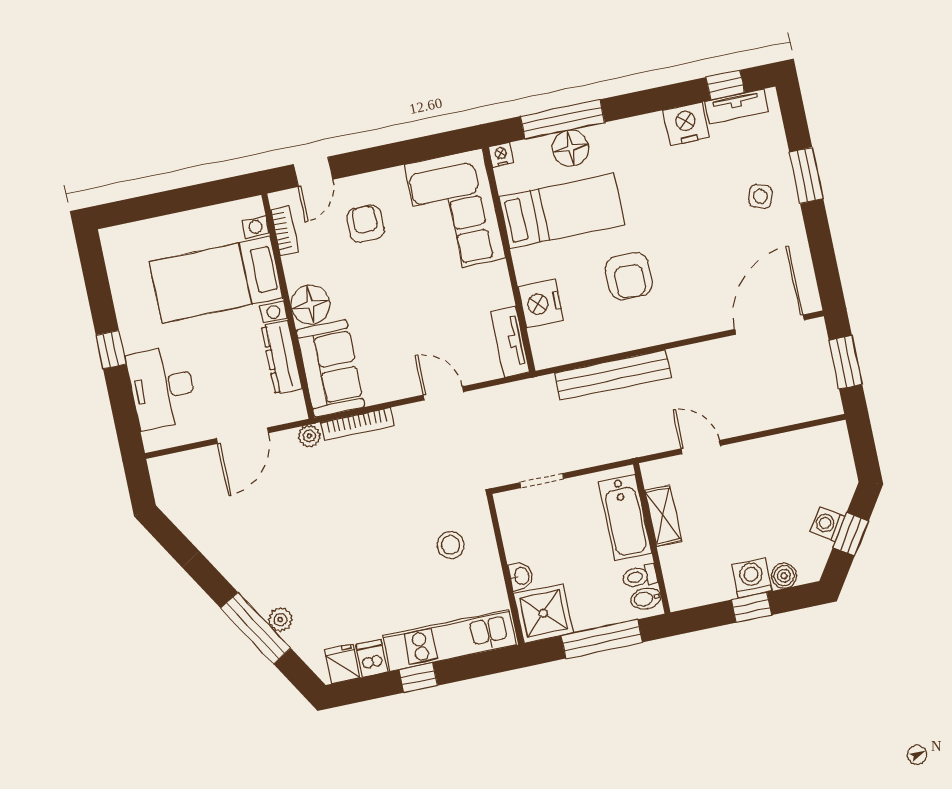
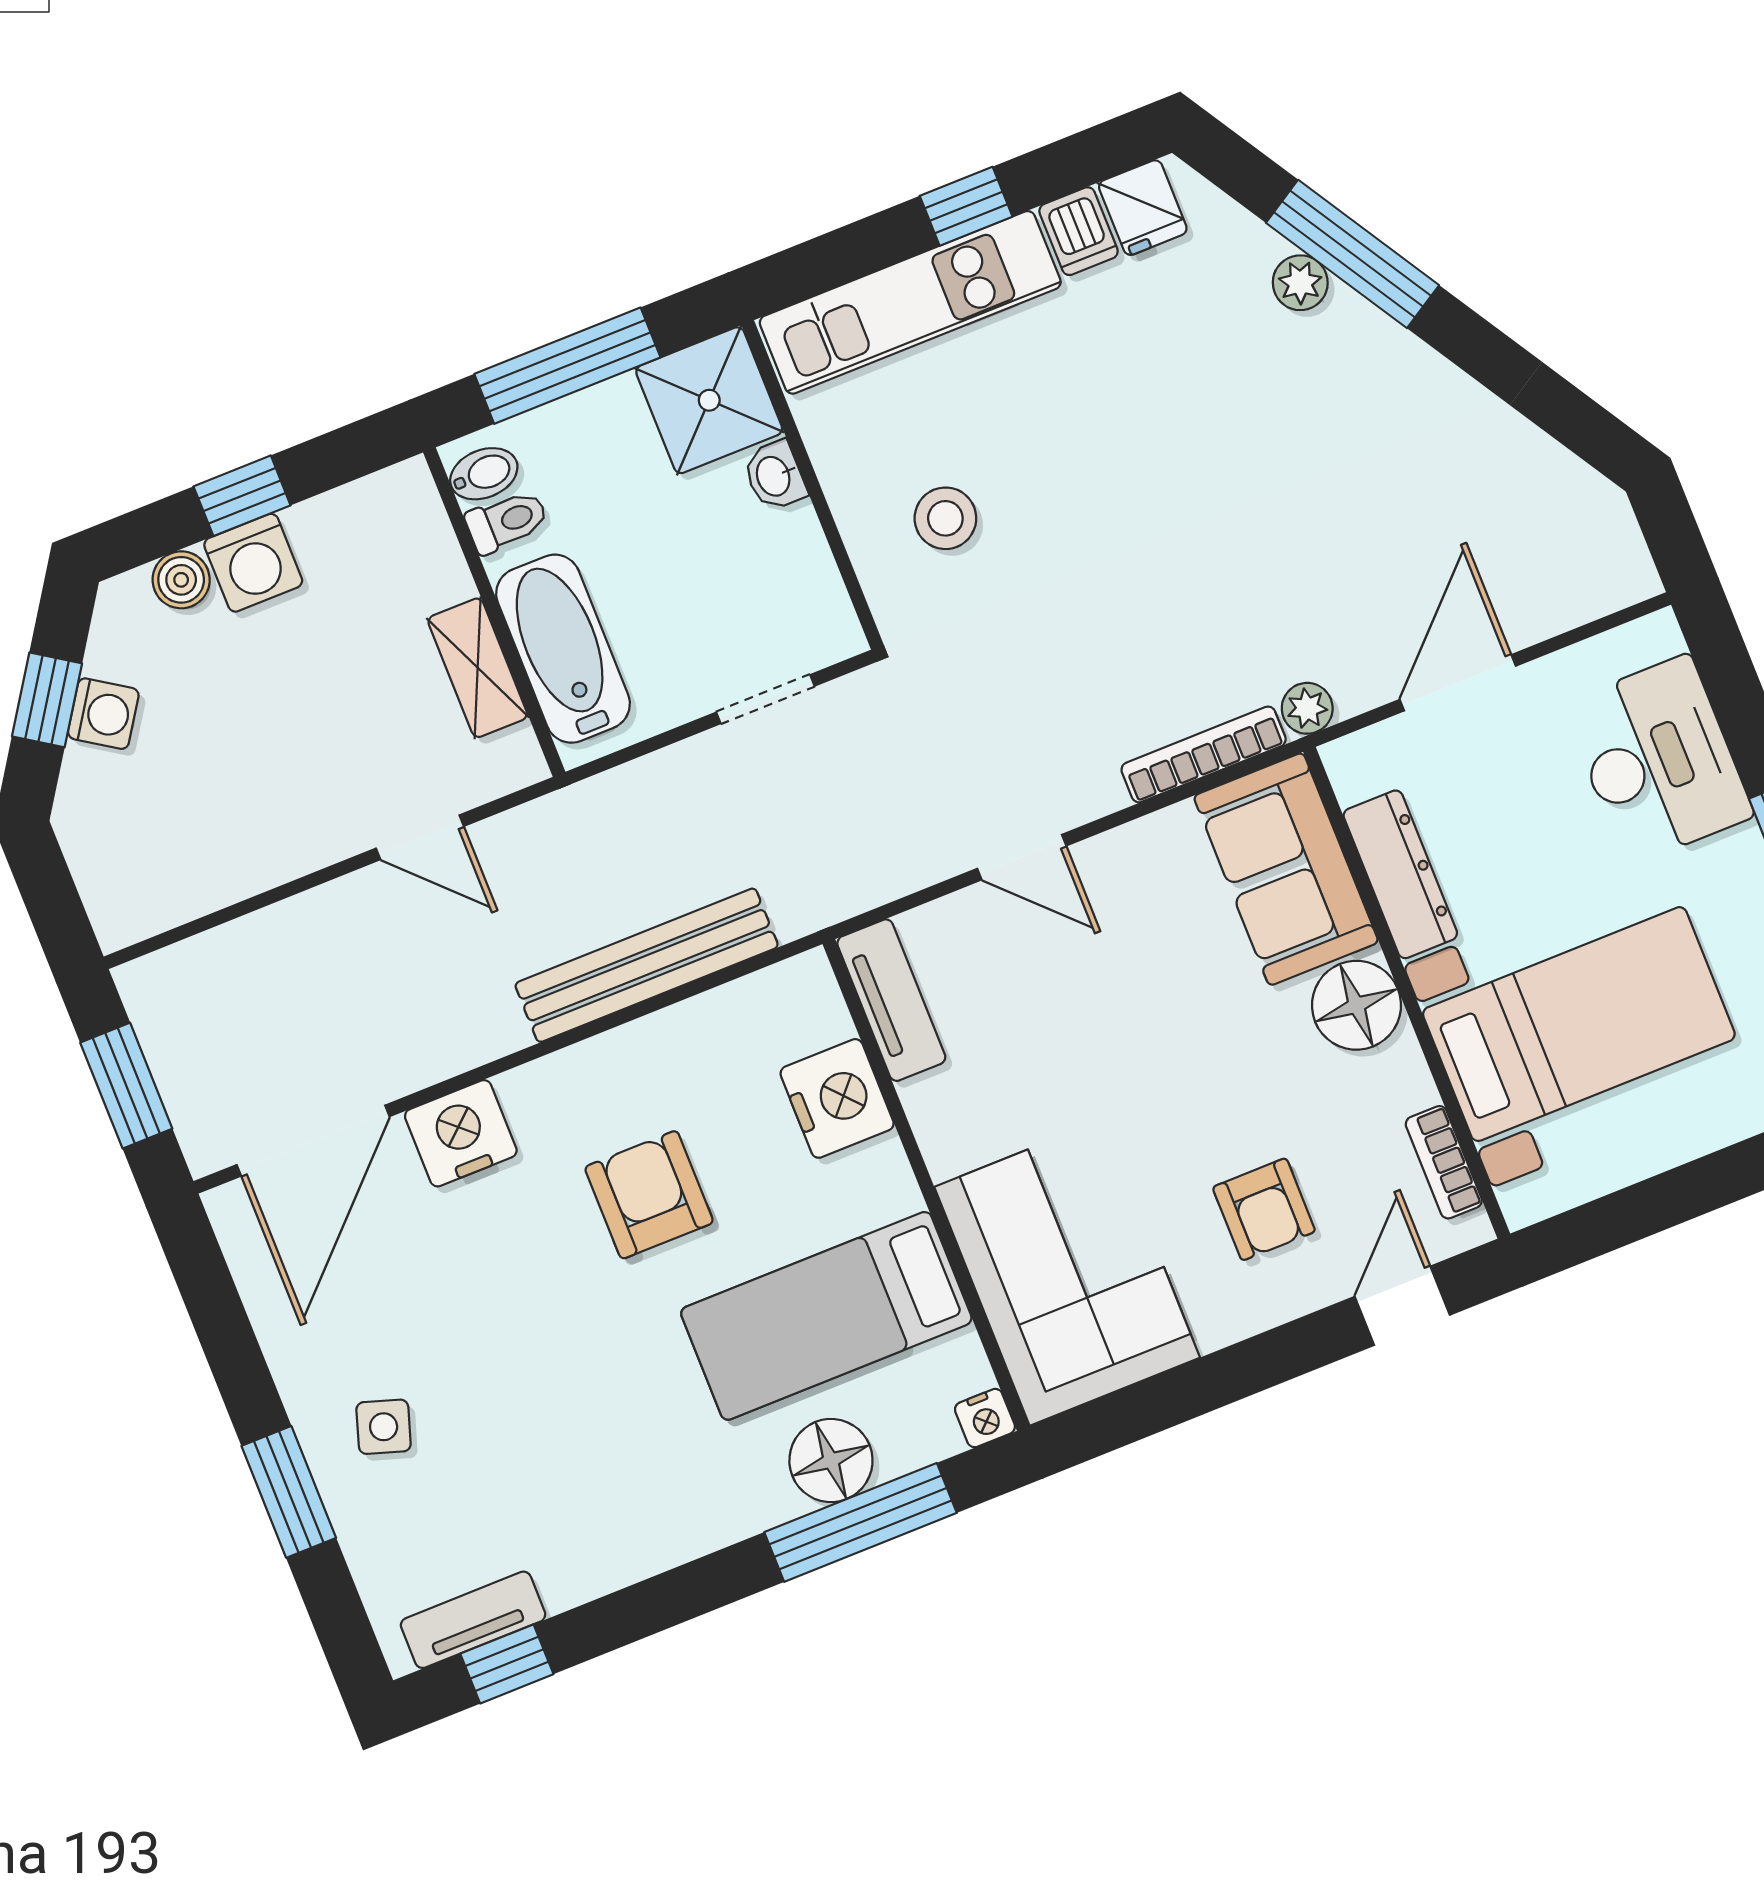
nightstand: (686, 124) -> (461, 1133), moved, turned 180

